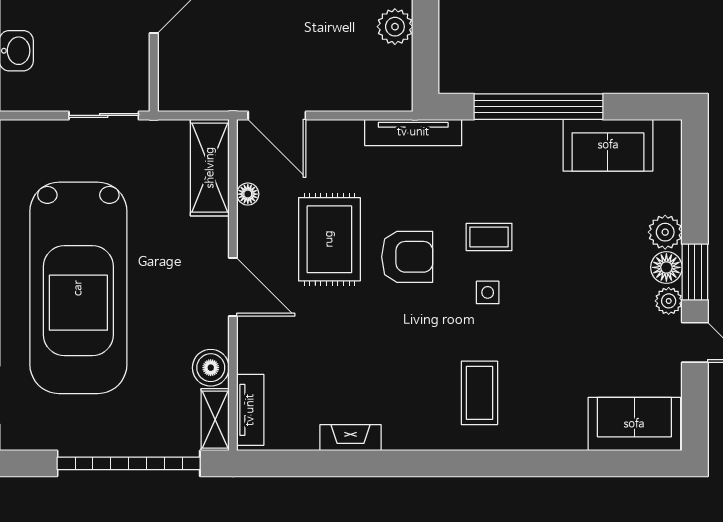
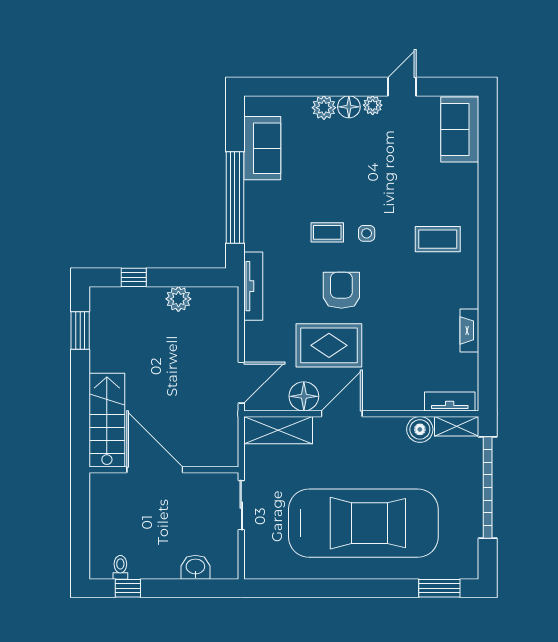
floor lamp: (248, 194) -> (304, 396), width x1.89, depth x1.89
coffee table: (489, 237) -> (327, 232), turned 90
window: (695, 272) -> (352, 87), removed
door: (233, 287) -> (342, 414), moved

